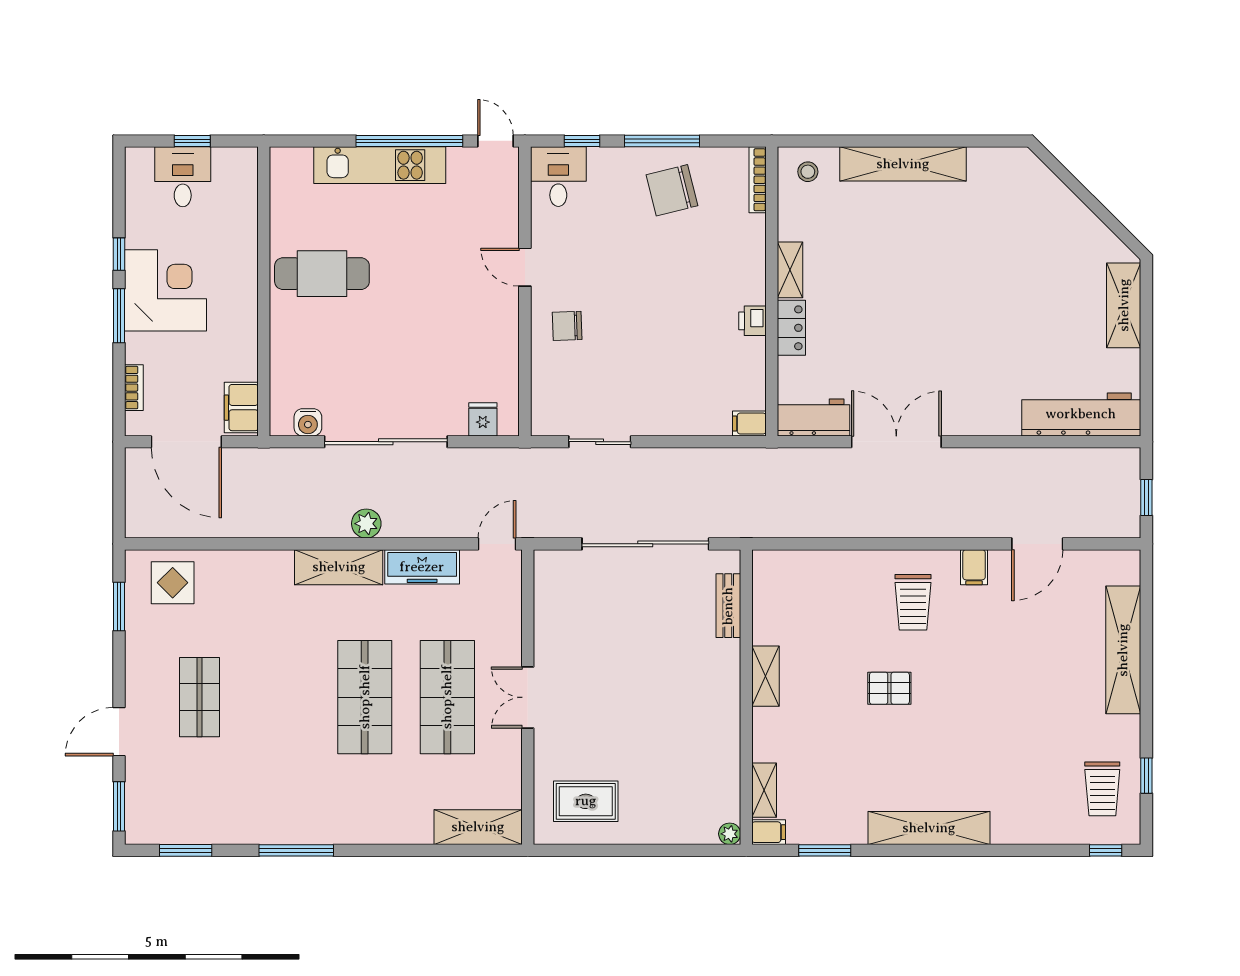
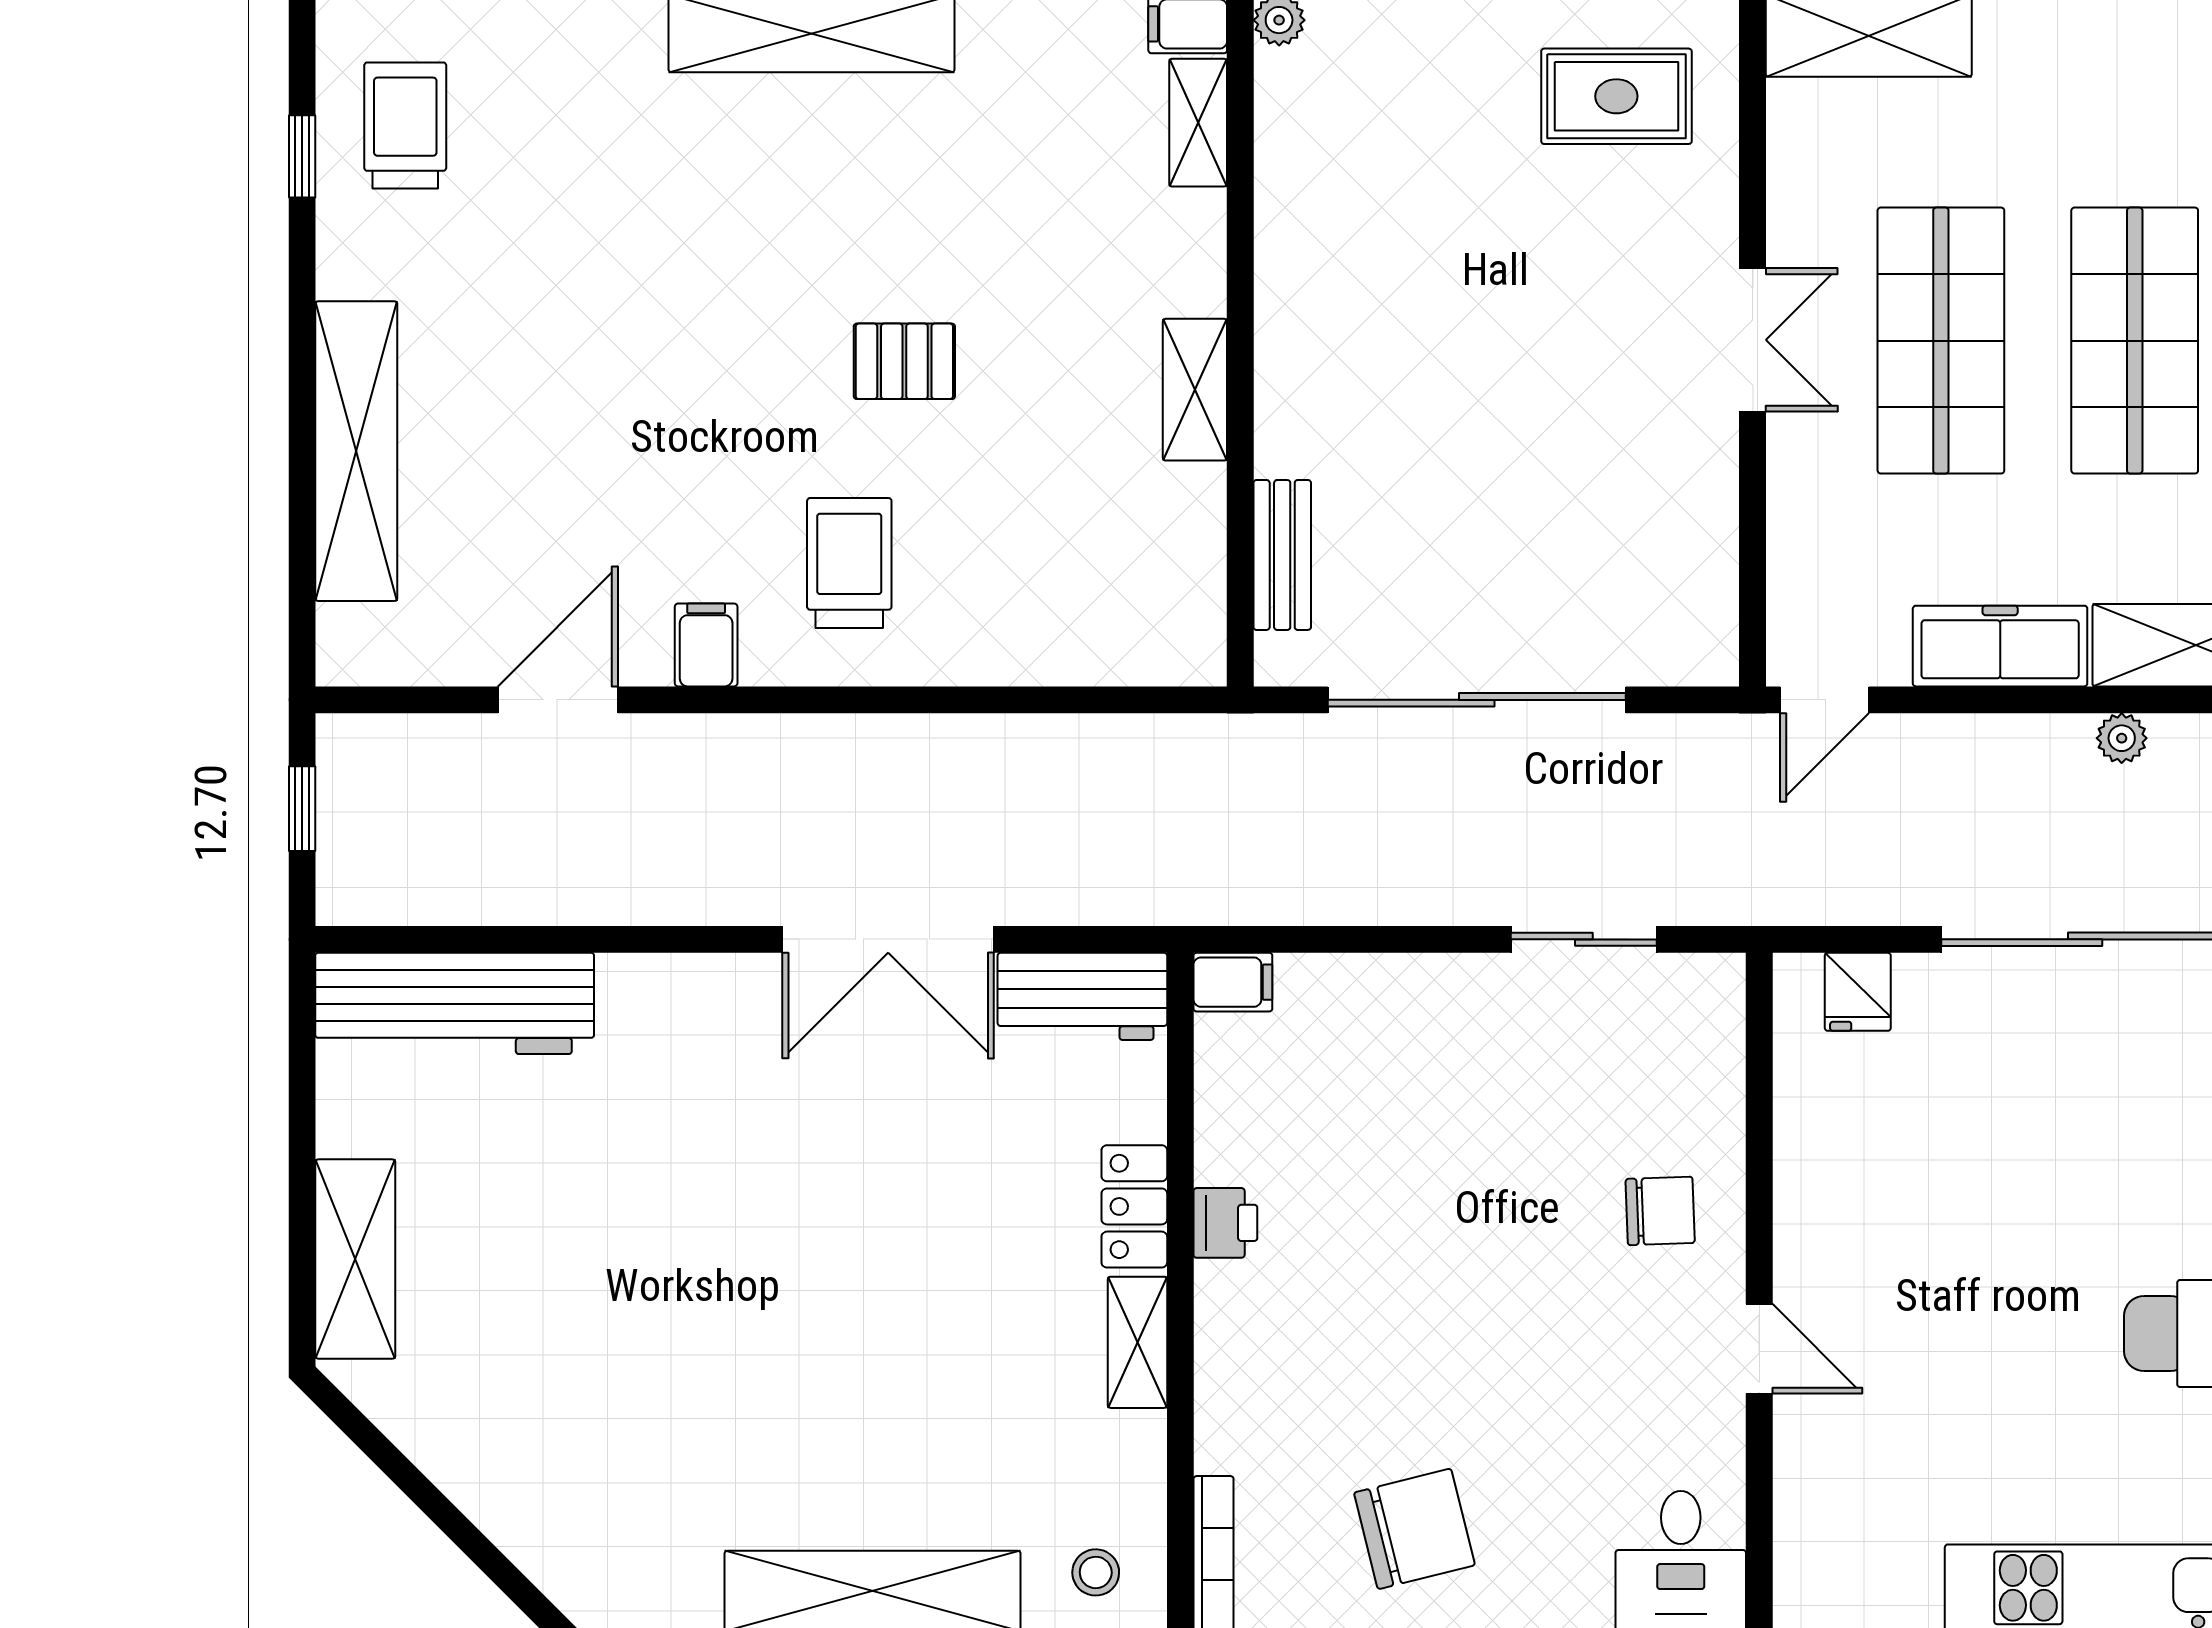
plant: (366, 524) -> (2122, 738), width x0.73, depth x0.73

